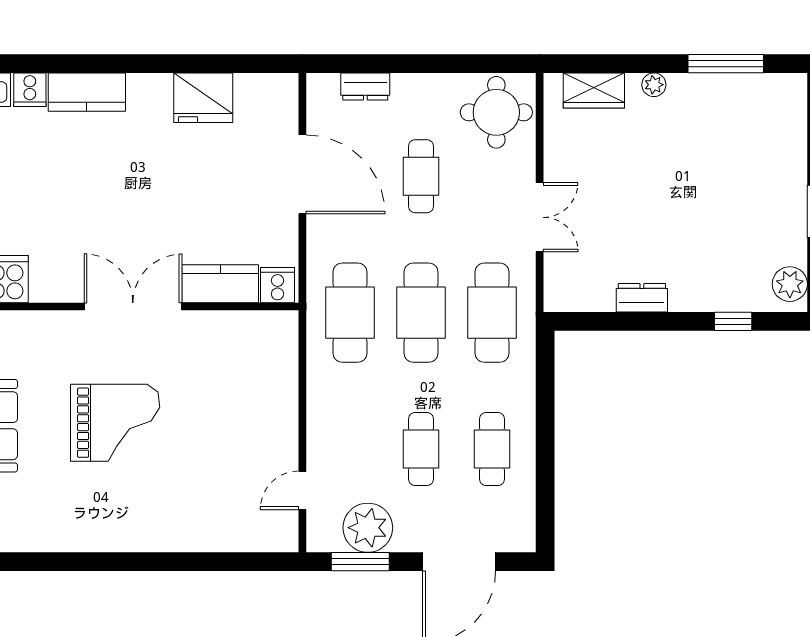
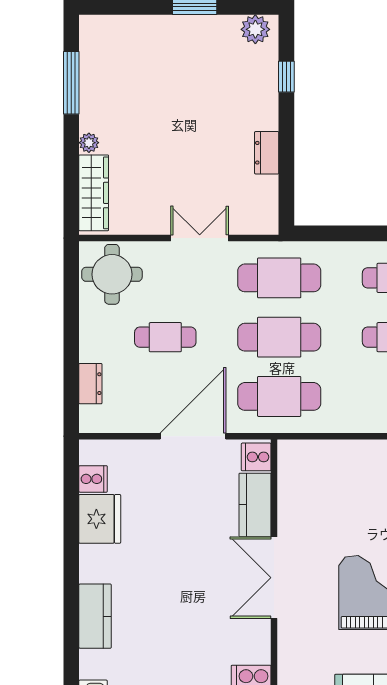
cooker: (30, 90) -> (93, 479), moved
wardrobe: (594, 90) -> (94, 193), width x1.50
door: (302, 174) -> (193, 436), moved

